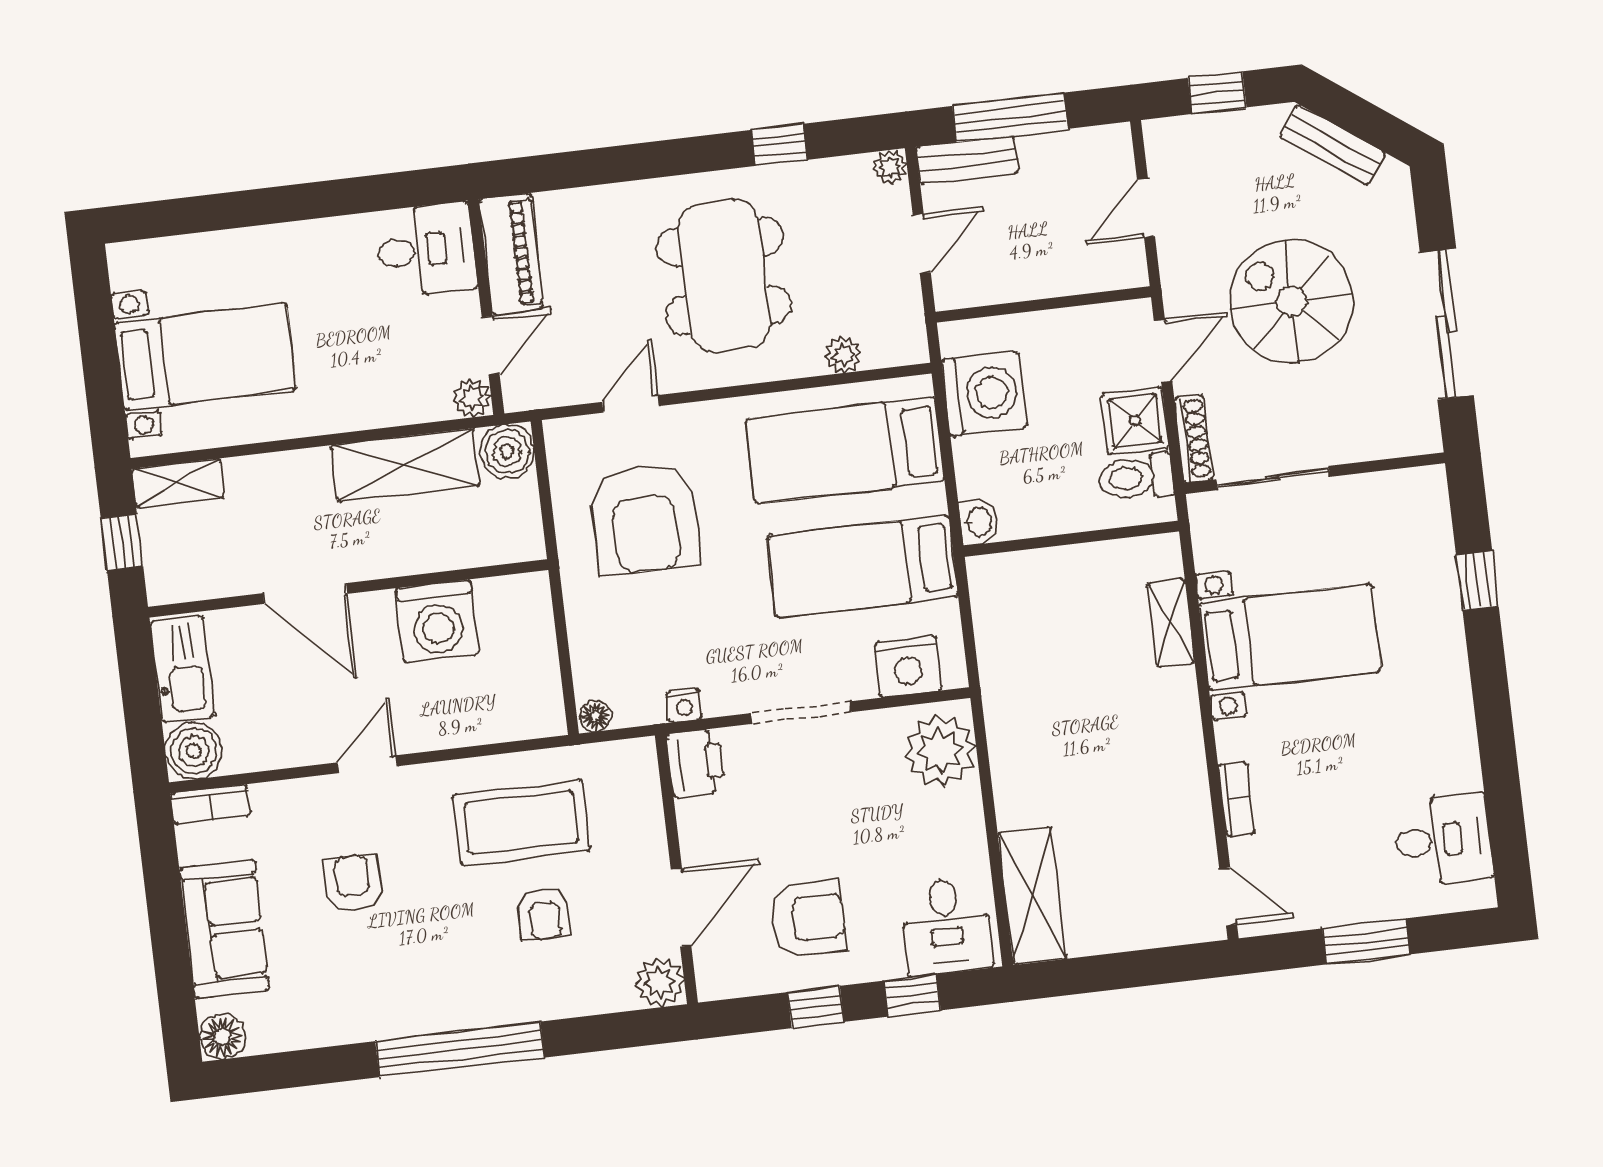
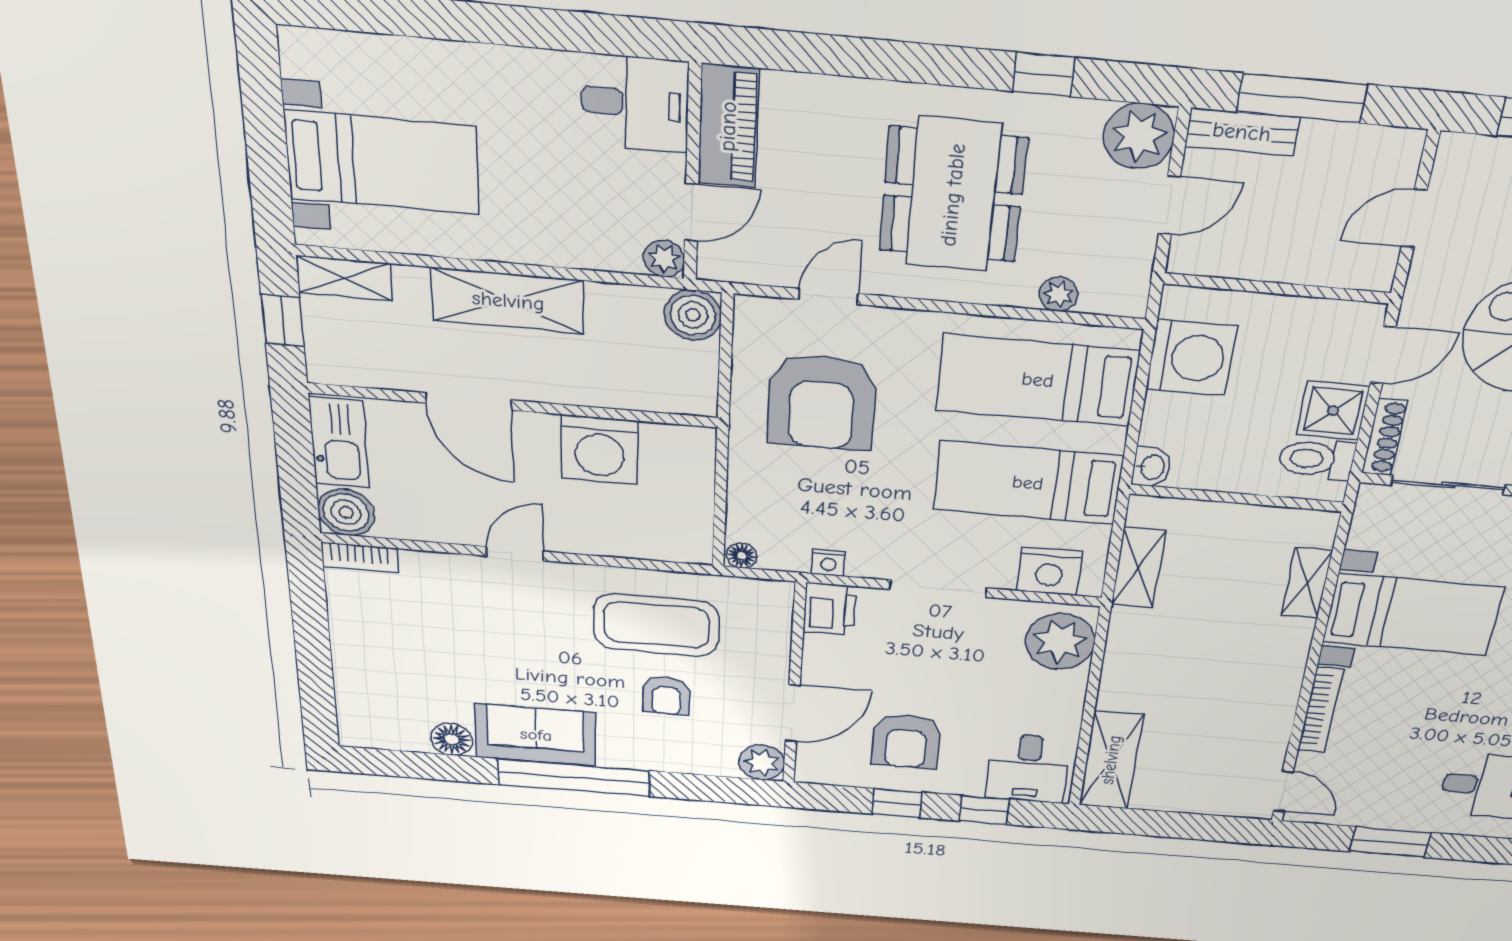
plant: (890, 167) -> (1139, 136), width x1.88, depth x1.88
shelving: (405, 465) -> (508, 301), moved
shelving: (997, 642) -> (1139, 568), added
bookcase: (1237, 799) -> (1321, 710), width x1.56
armchair: (353, 883) -> (491, 642), removed
armchair: (808, 918) -> (906, 741), turned 90
sofa: (225, 929) -> (536, 735), moved, turned -90
floor lamp: (222, 1037) -> (452, 739), moved

